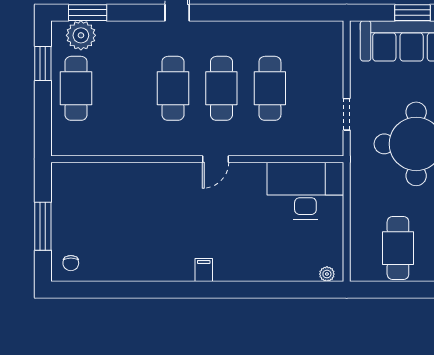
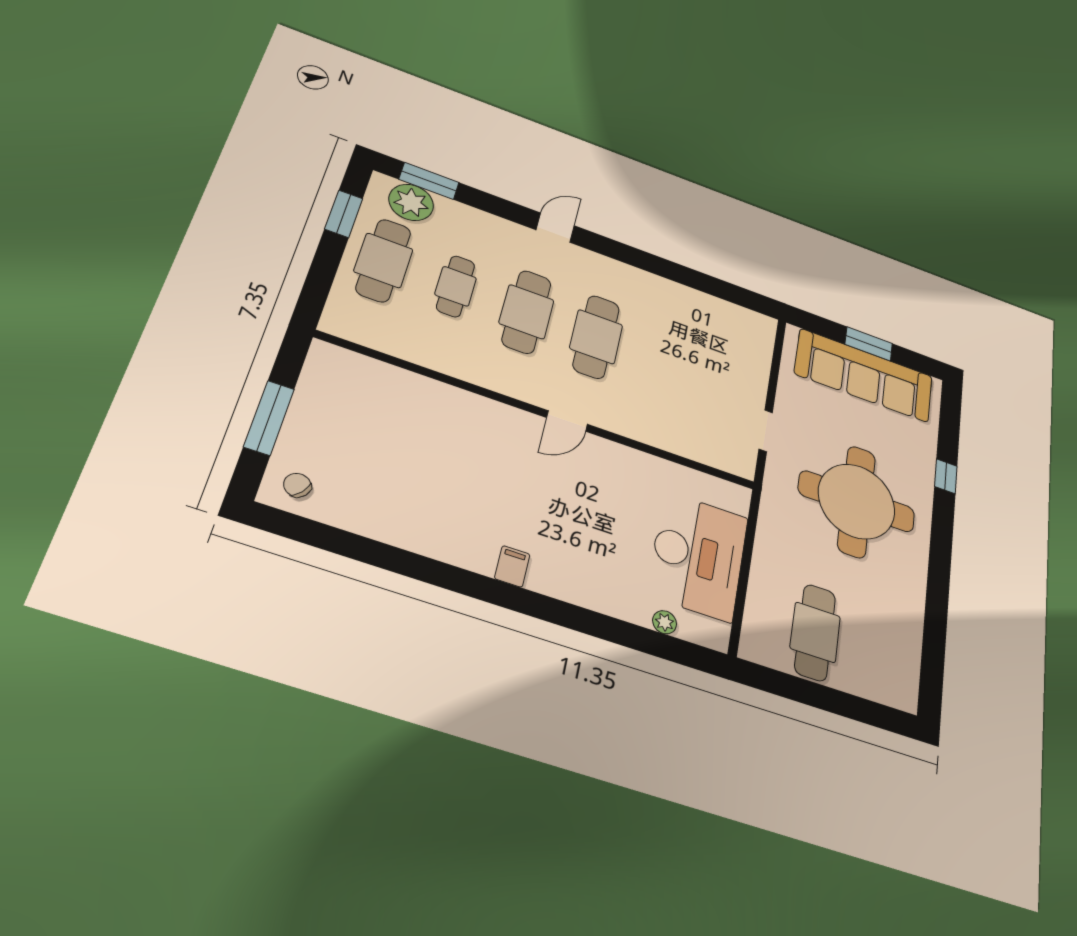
cafe table: (270, 88) -> (456, 286), moved, width x0.73, depth x0.74
desk: (305, 191) -> (698, 556), moved, turned 90
chair: (71, 263) -> (297, 485), turned 127
plant: (327, 274) -> (665, 622), moved

